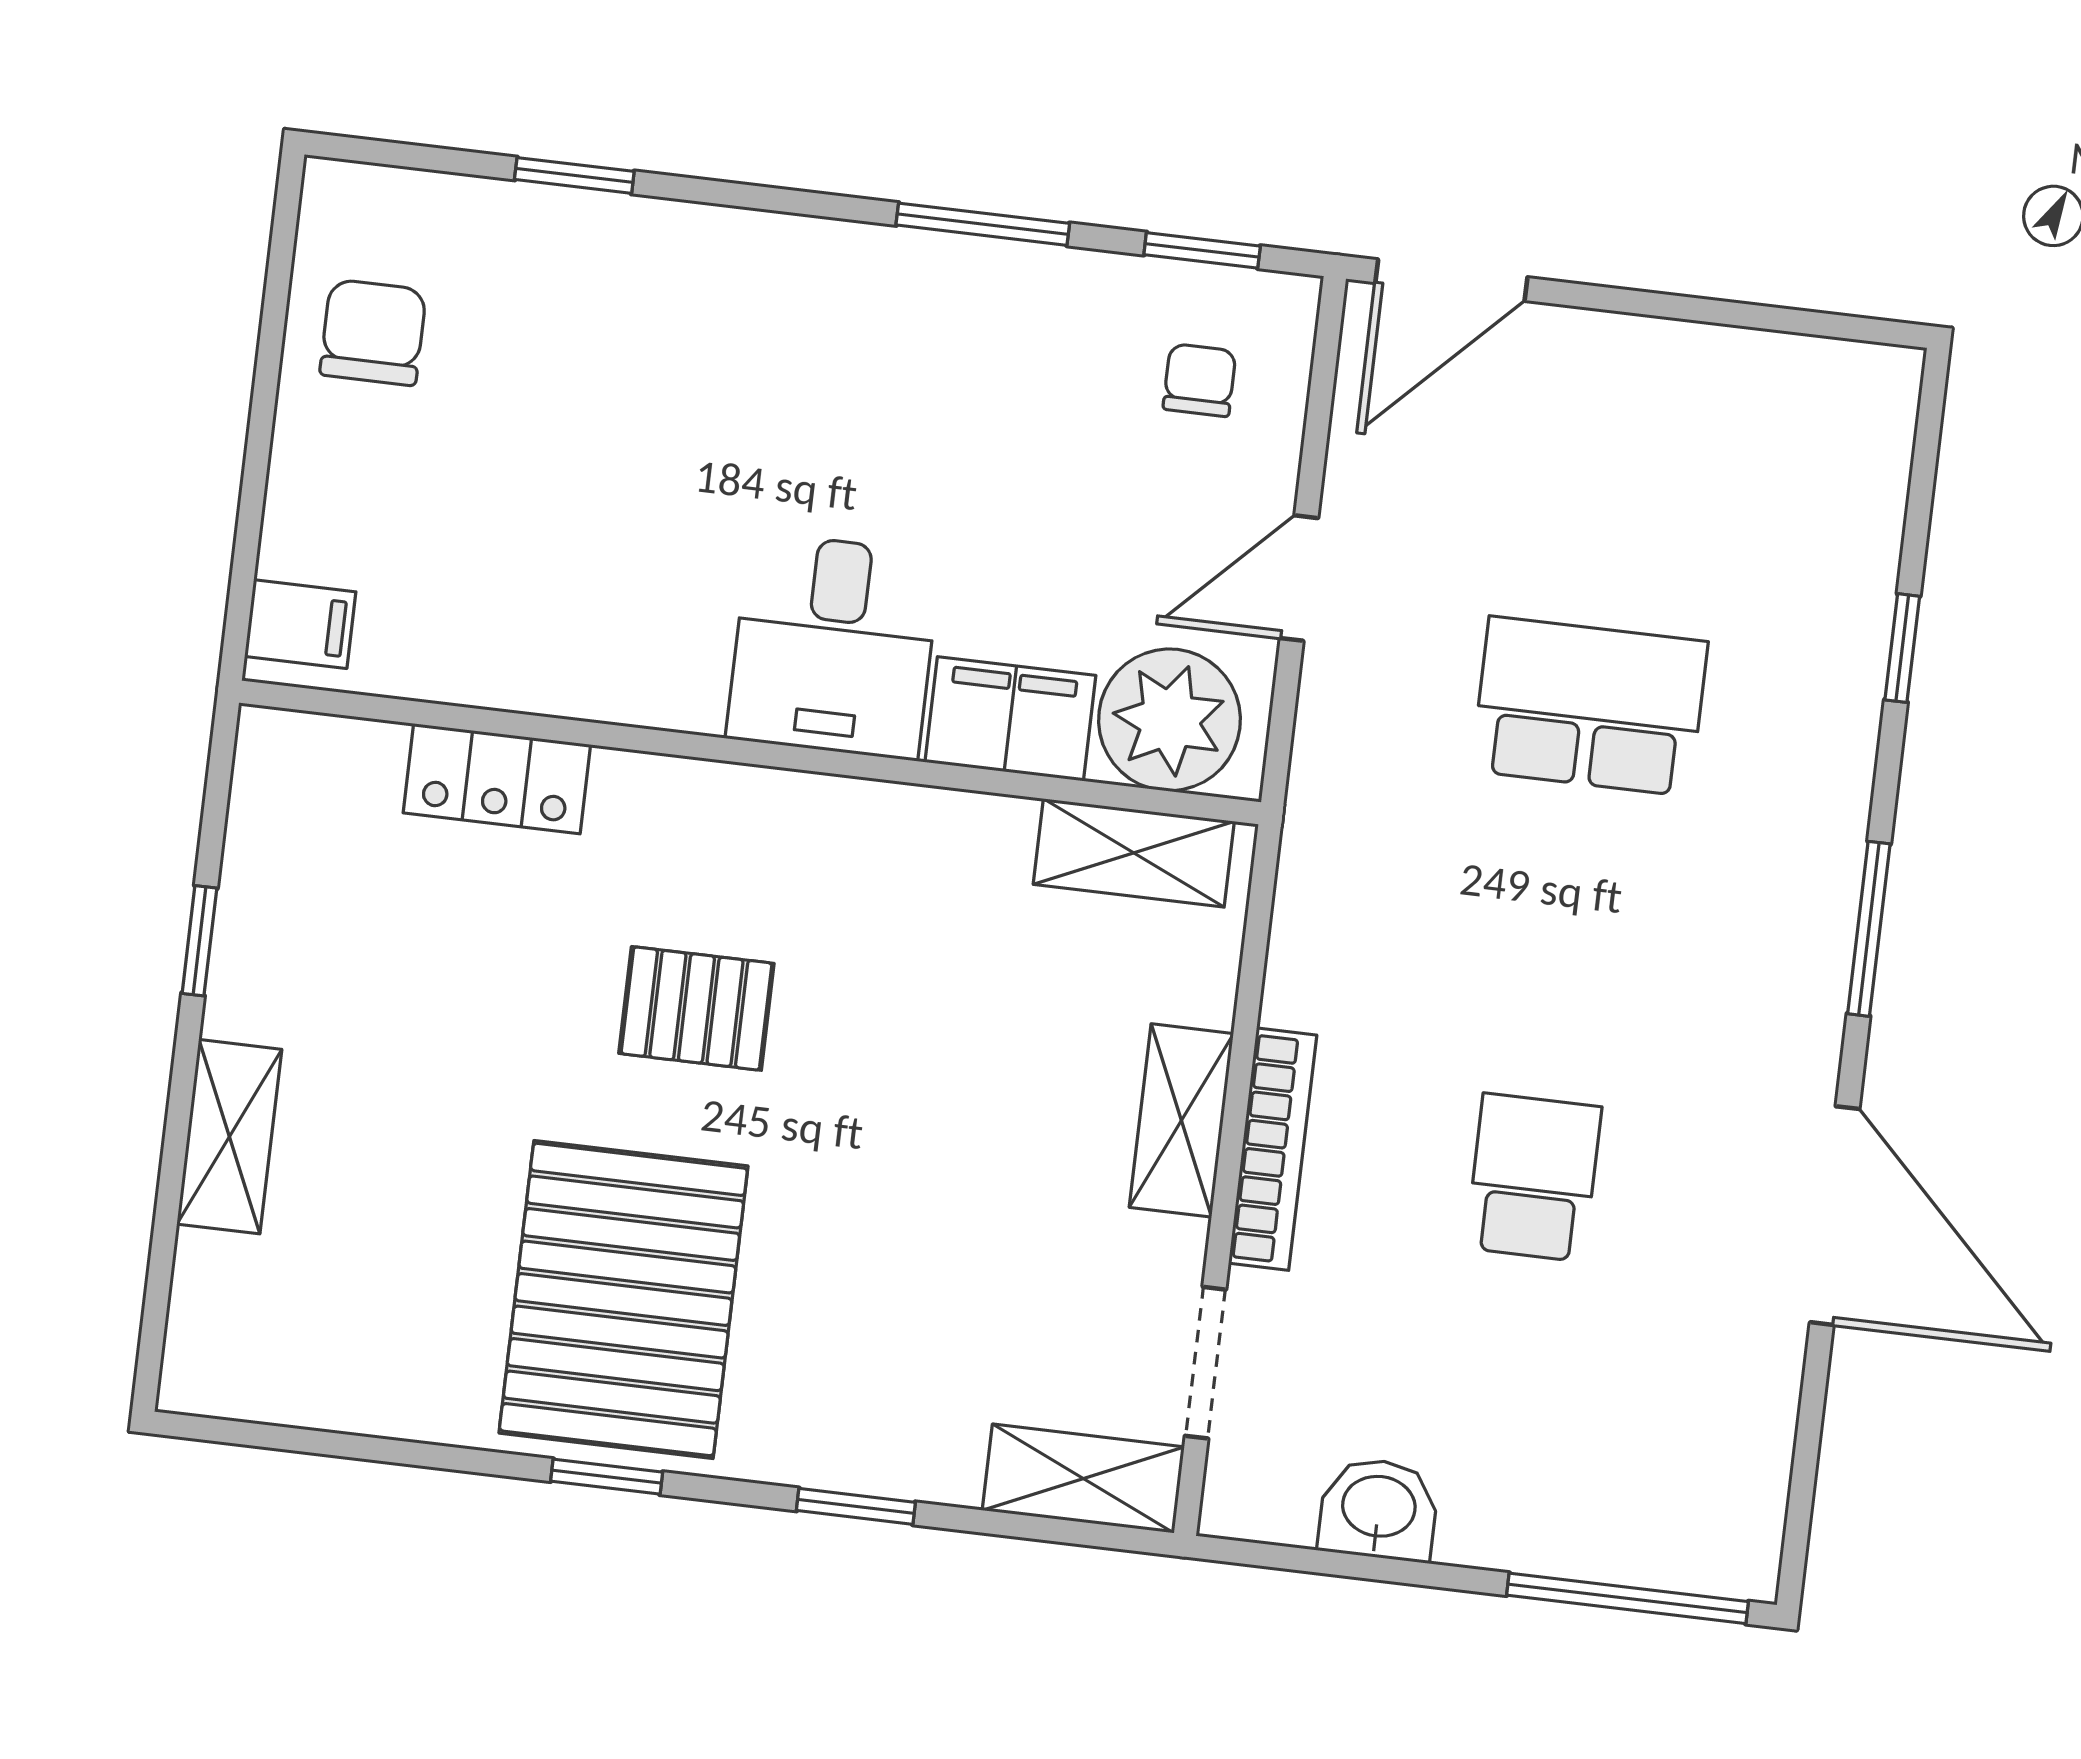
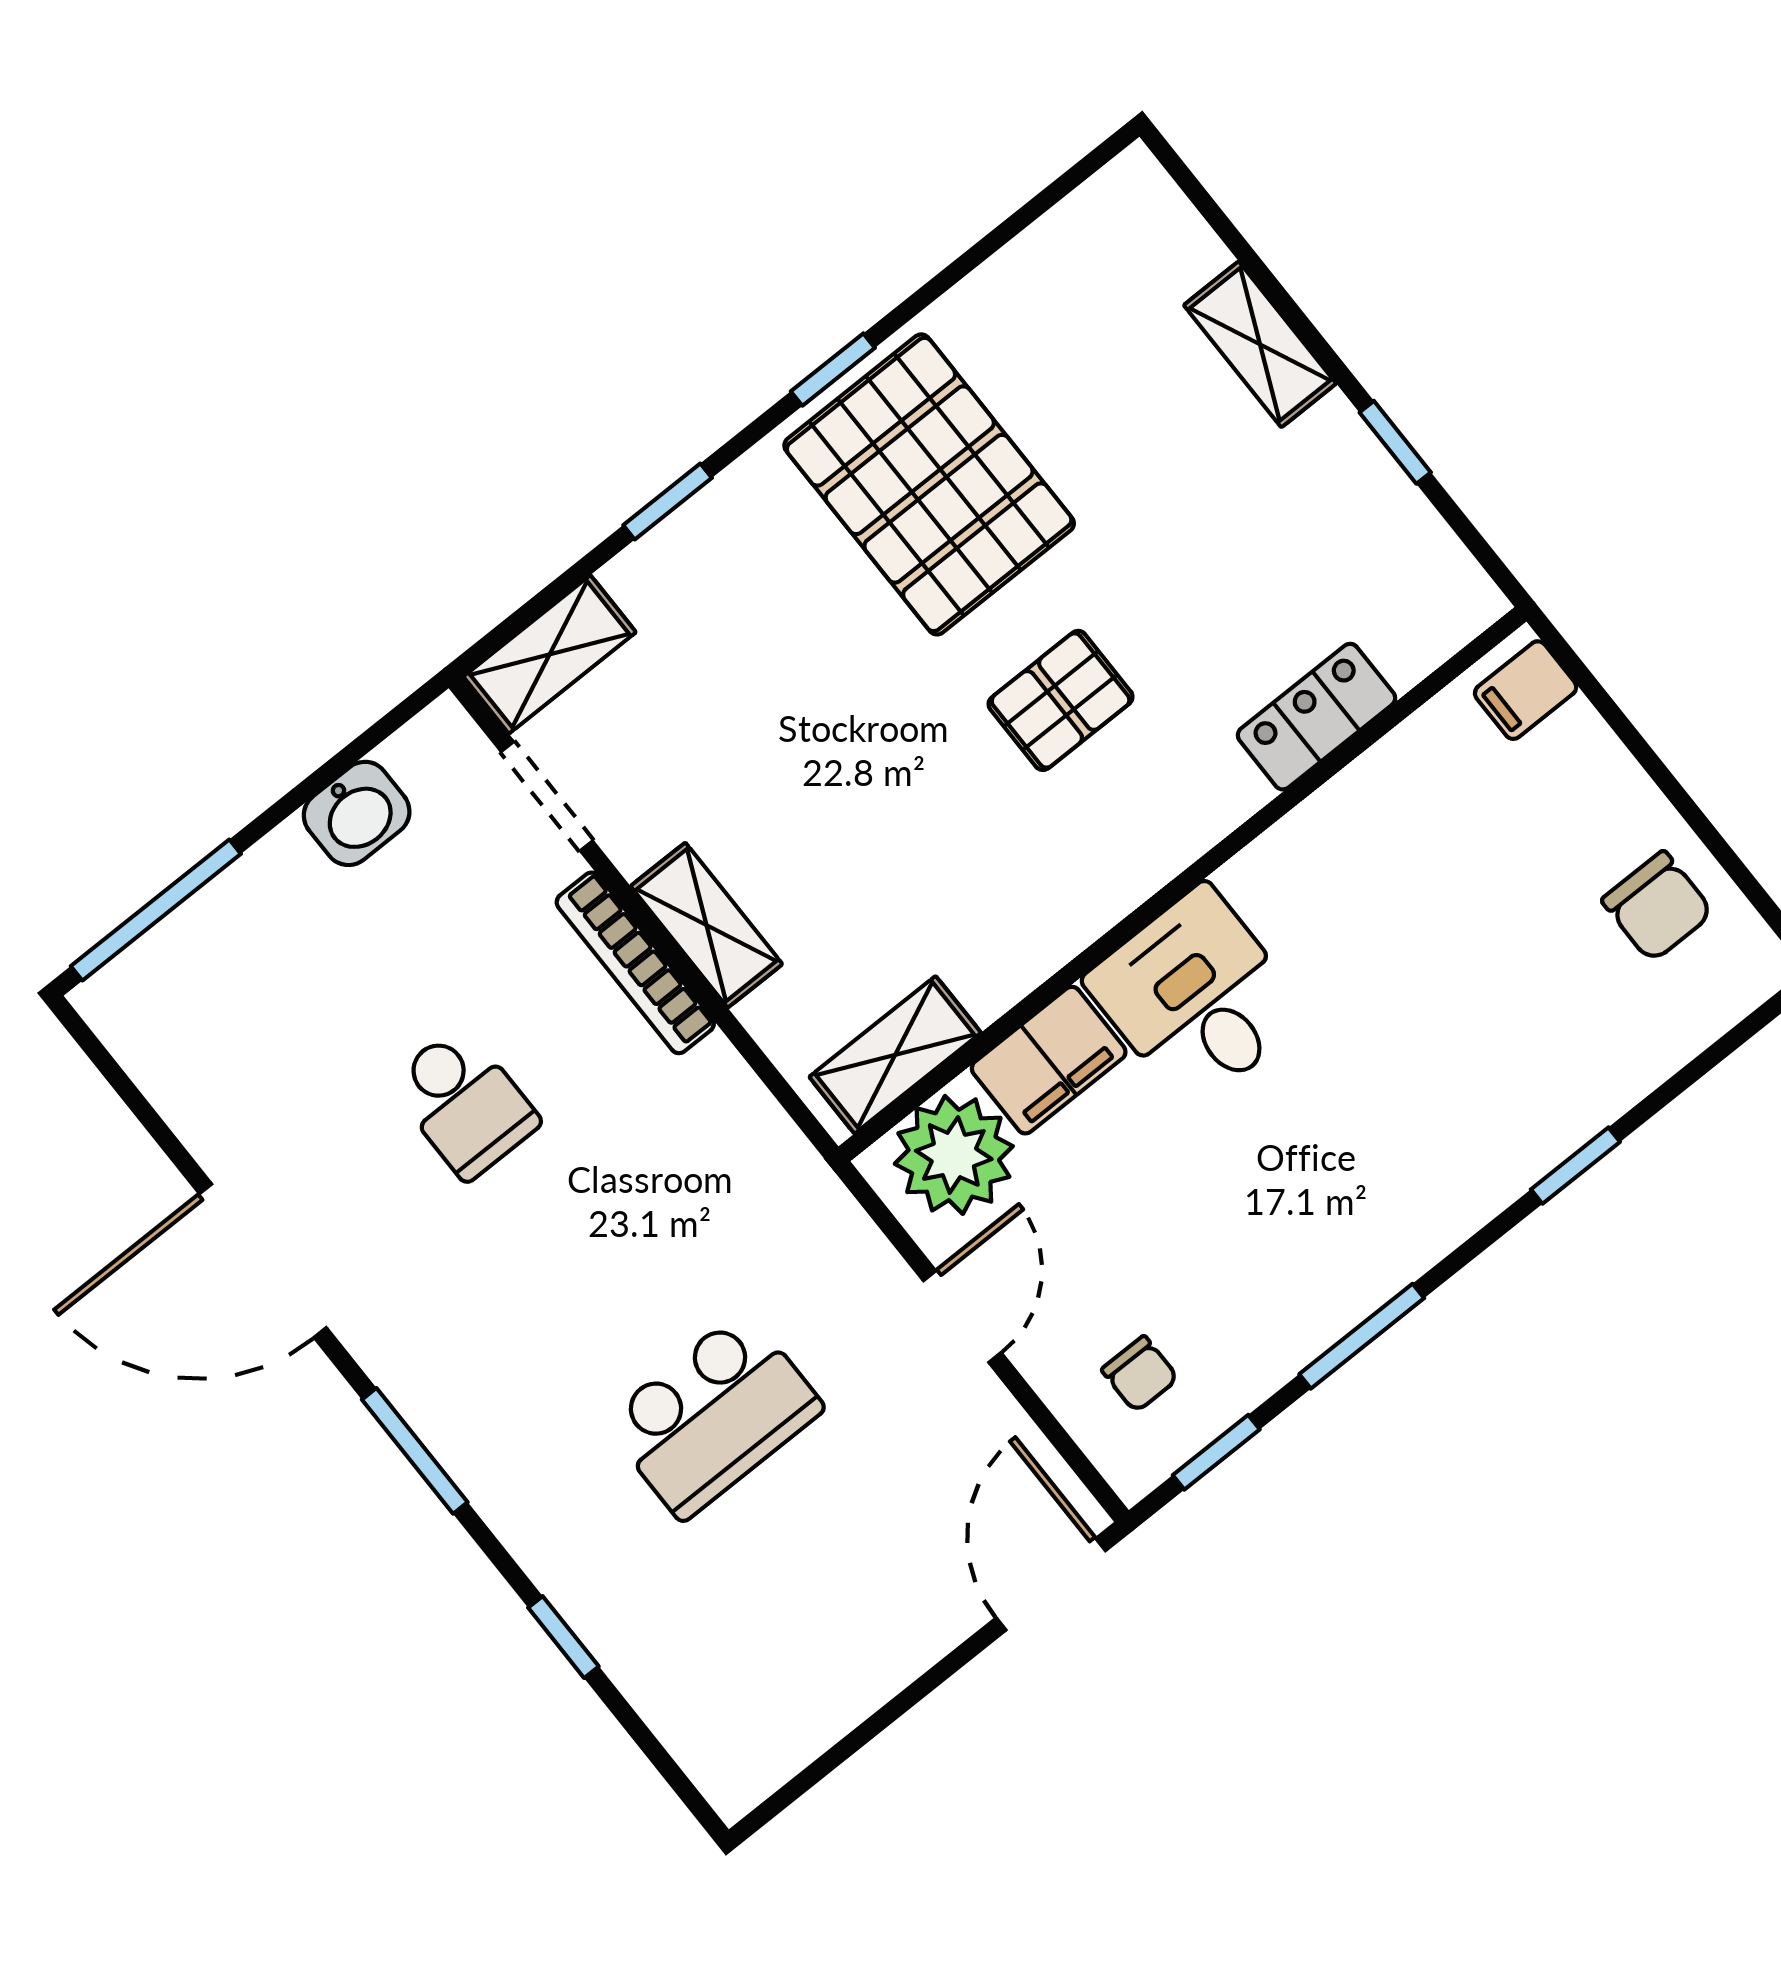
window: (574, 175) -> (1575, 1166), moved

